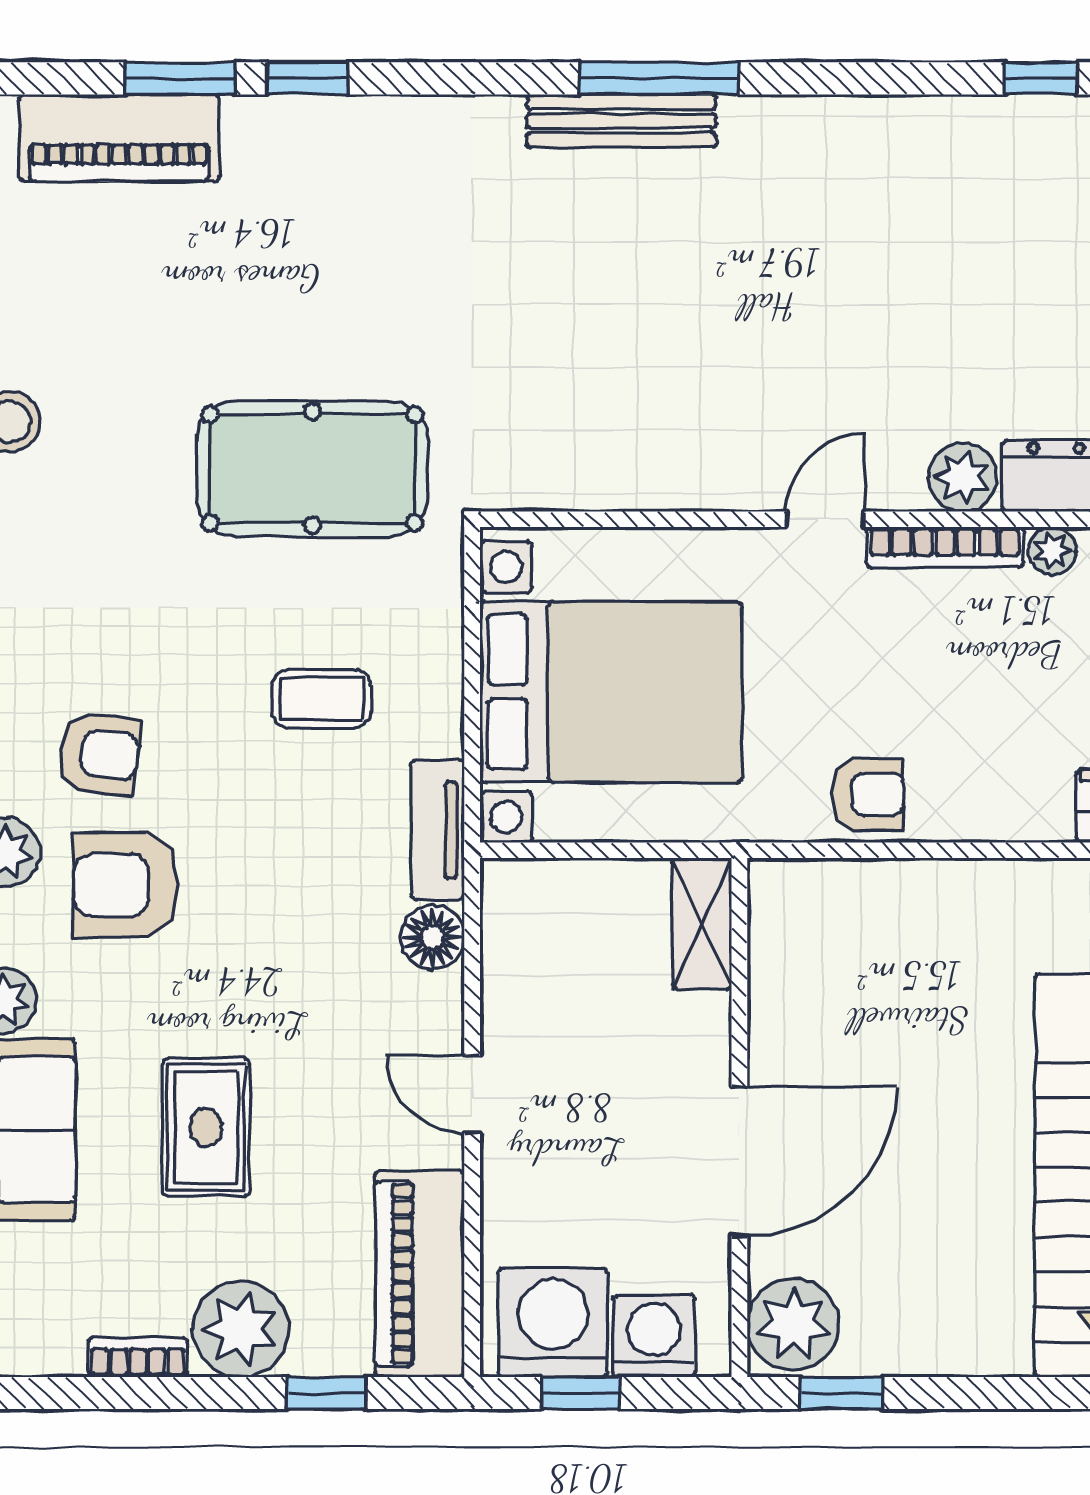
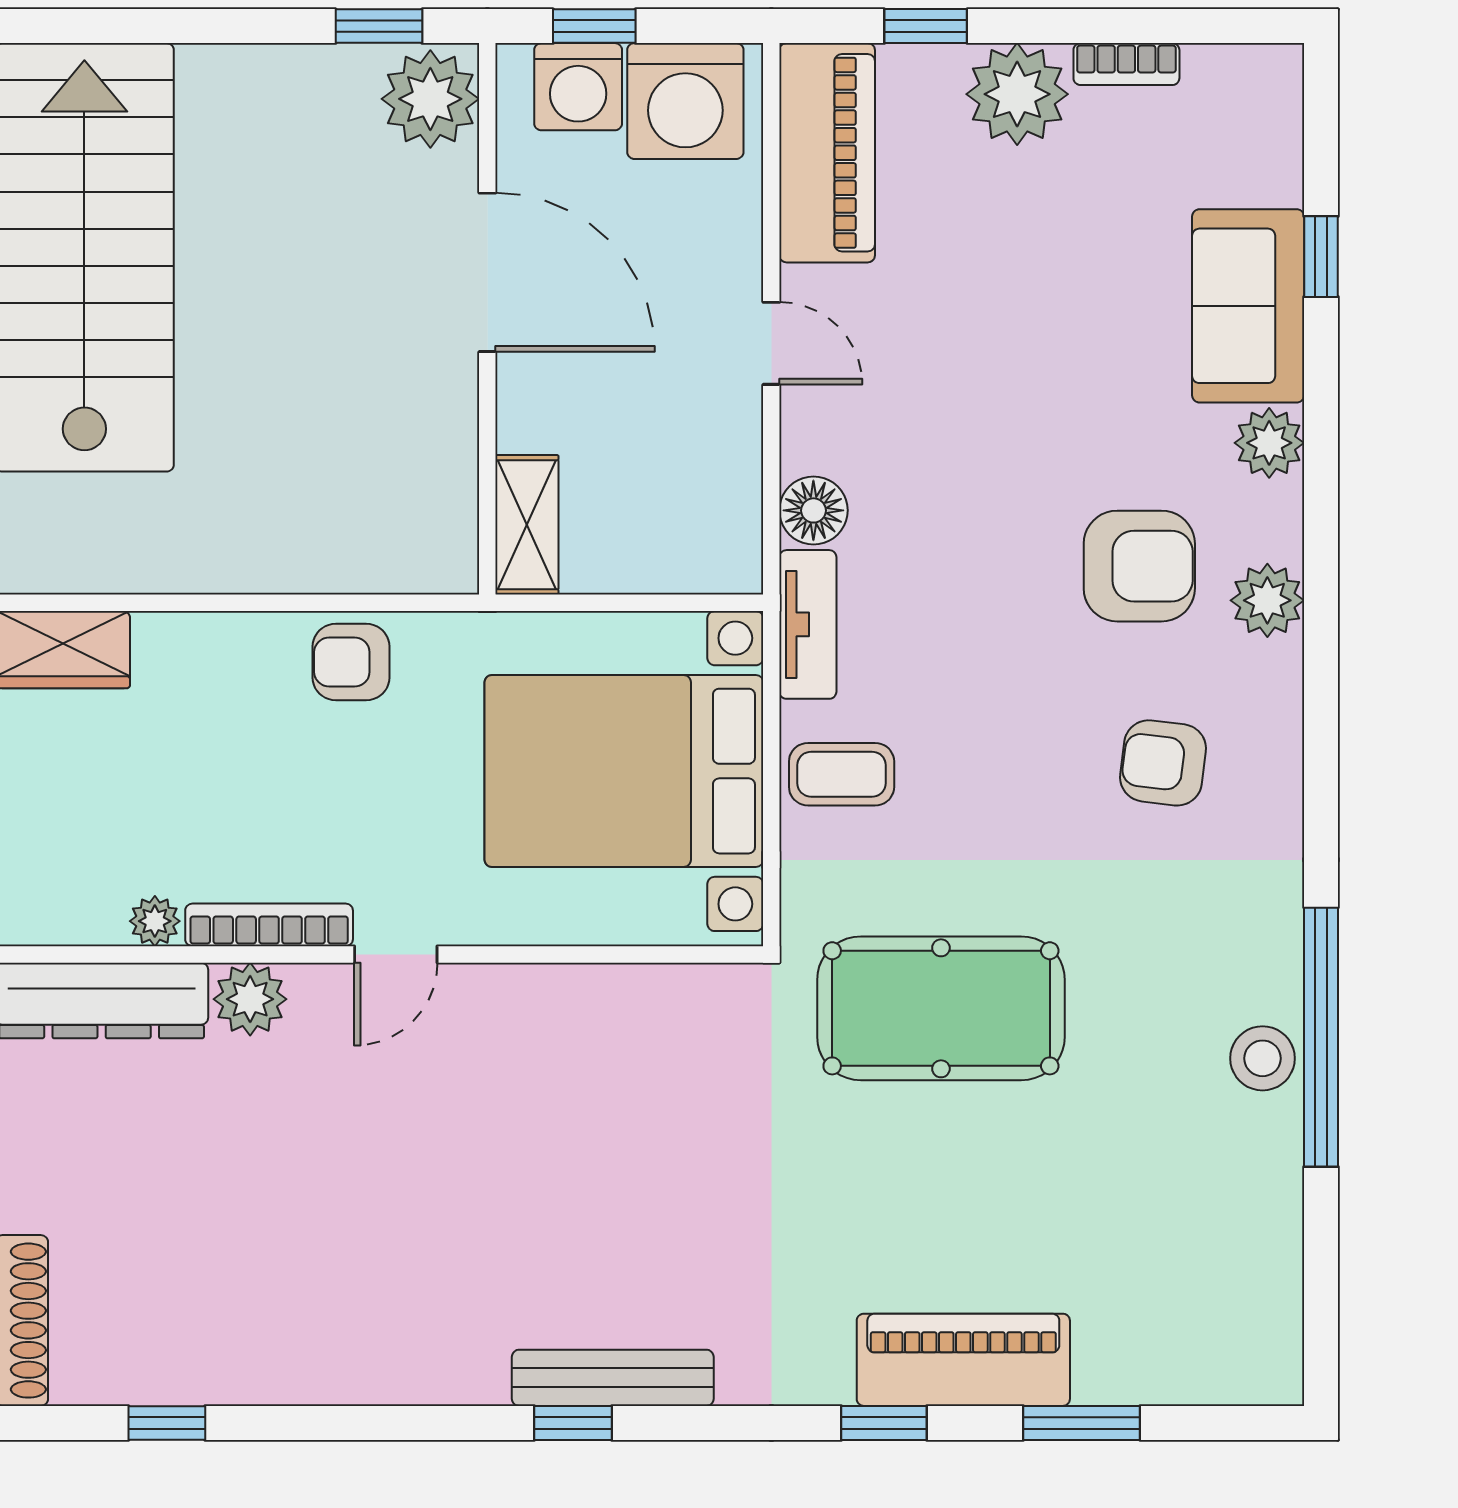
window: (307, 78) -> (884, 1423), moved
window: (659, 78) -> (573, 1423), width x0.46
piano: (119, 138) -> (963, 1360), moved
coffee table: (322, 699) -> (842, 774), moved
armchair: (99, 753) -> (1163, 763), moved
rug: (206, 1127) -> (1054, 308), removed
door: (739, 1161) -> (487, 272), swing flipped
window: (580, 1393) -> (594, 26), moved

